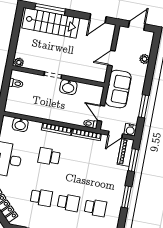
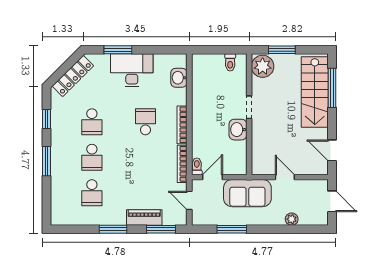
window: (14, 42) -> (282, 50), added
plant: (19, 62) -> (263, 66), width x1.88, depth x1.88
water cooler: (130, 130) -> (199, 218), removed
piano: (126, 152) -> (144, 218), moved

